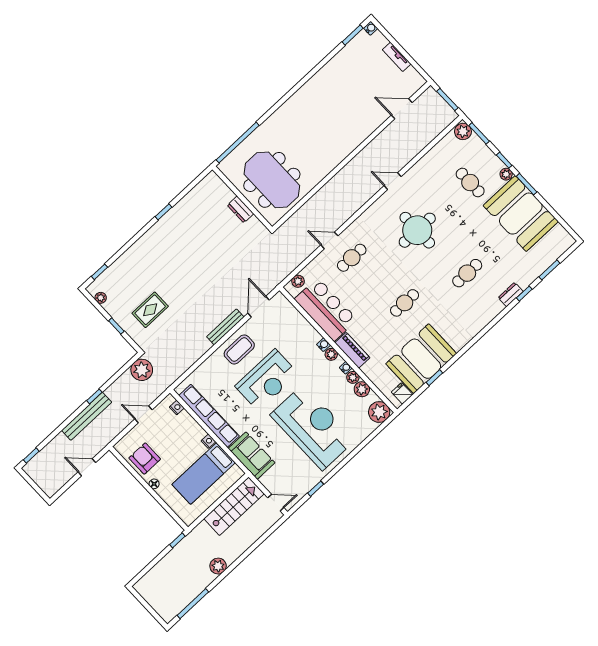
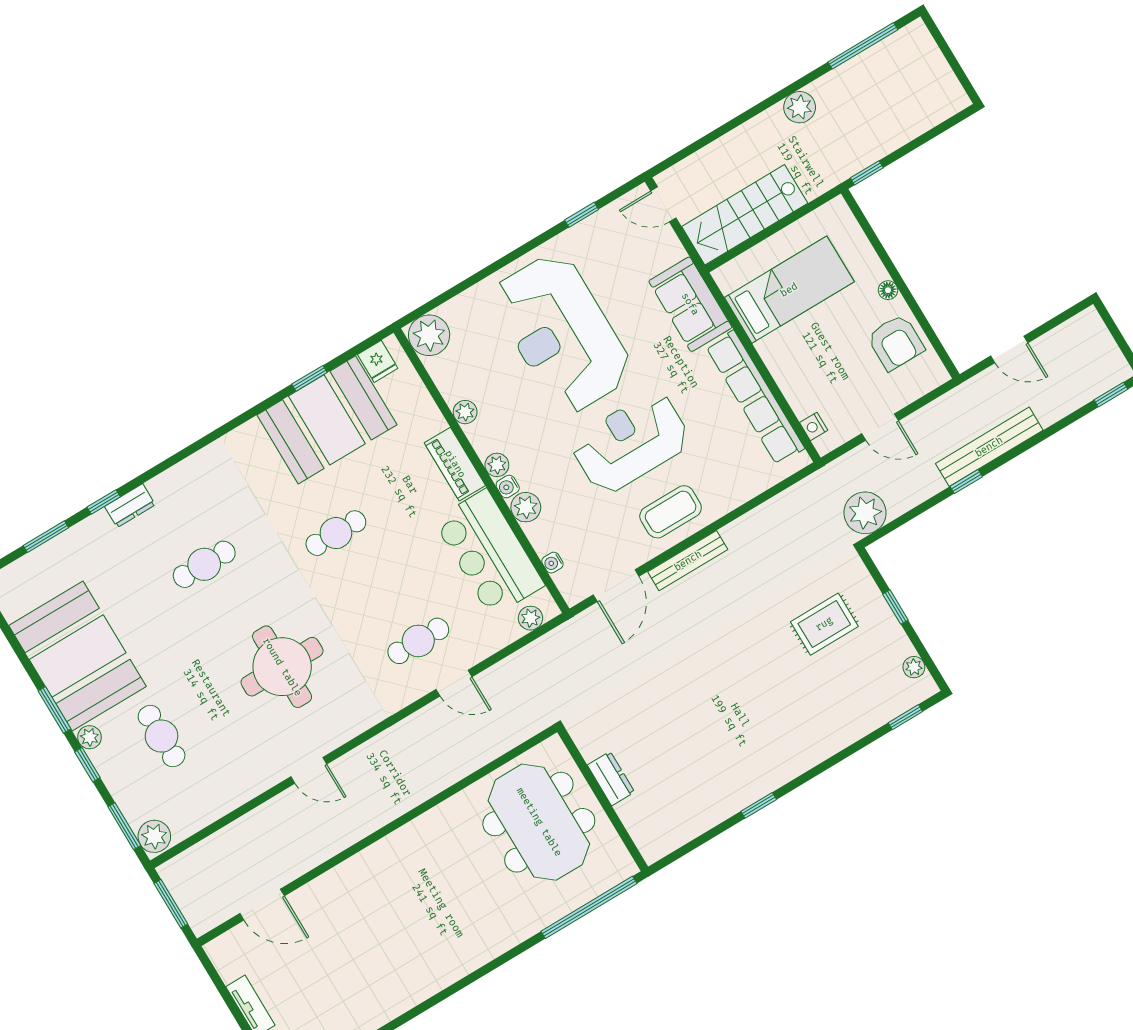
water cooler: (346, 368) -> (552, 563), moved
plant: (362, 389) -> (526, 507), moved
nightstand: (208, 441) -> (767, 349), removed

